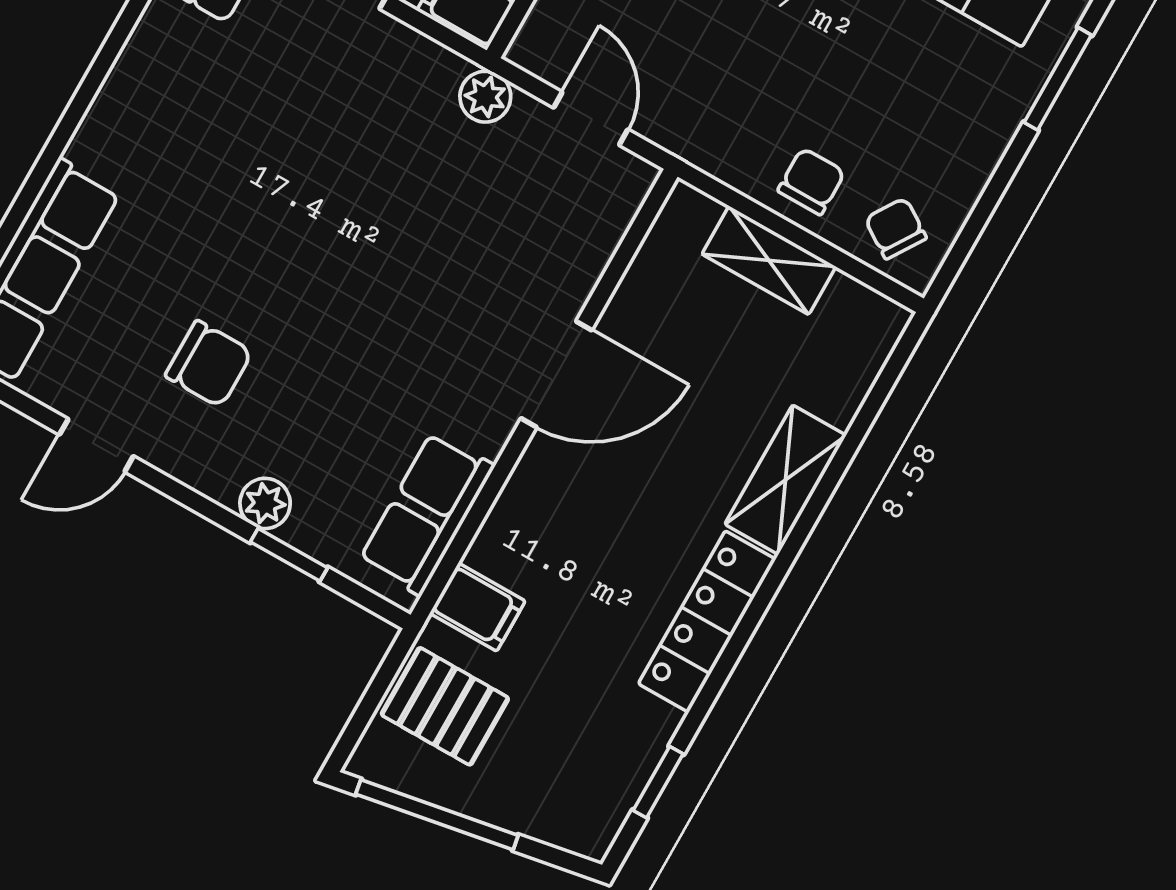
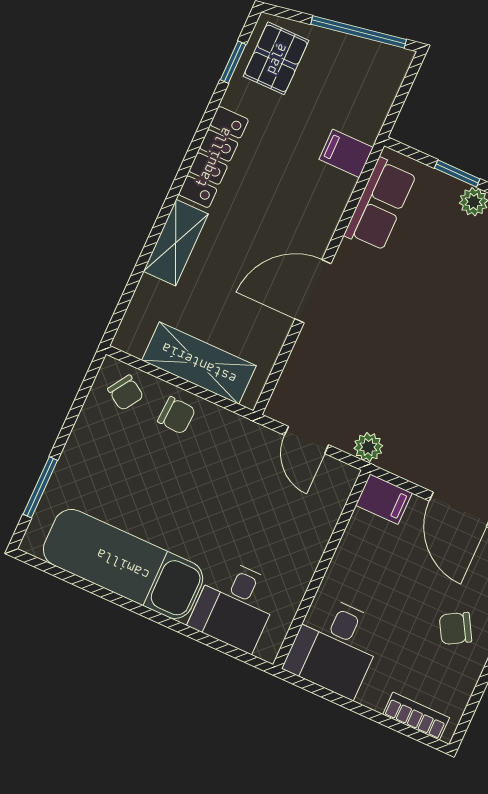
chair: (811, 181) -> (177, 415), turned -87
shelving: (769, 260) -> (199, 363), width x1.50, depth x1.33
pallet: (445, 706) -> (276, 58), moved, turned 90

